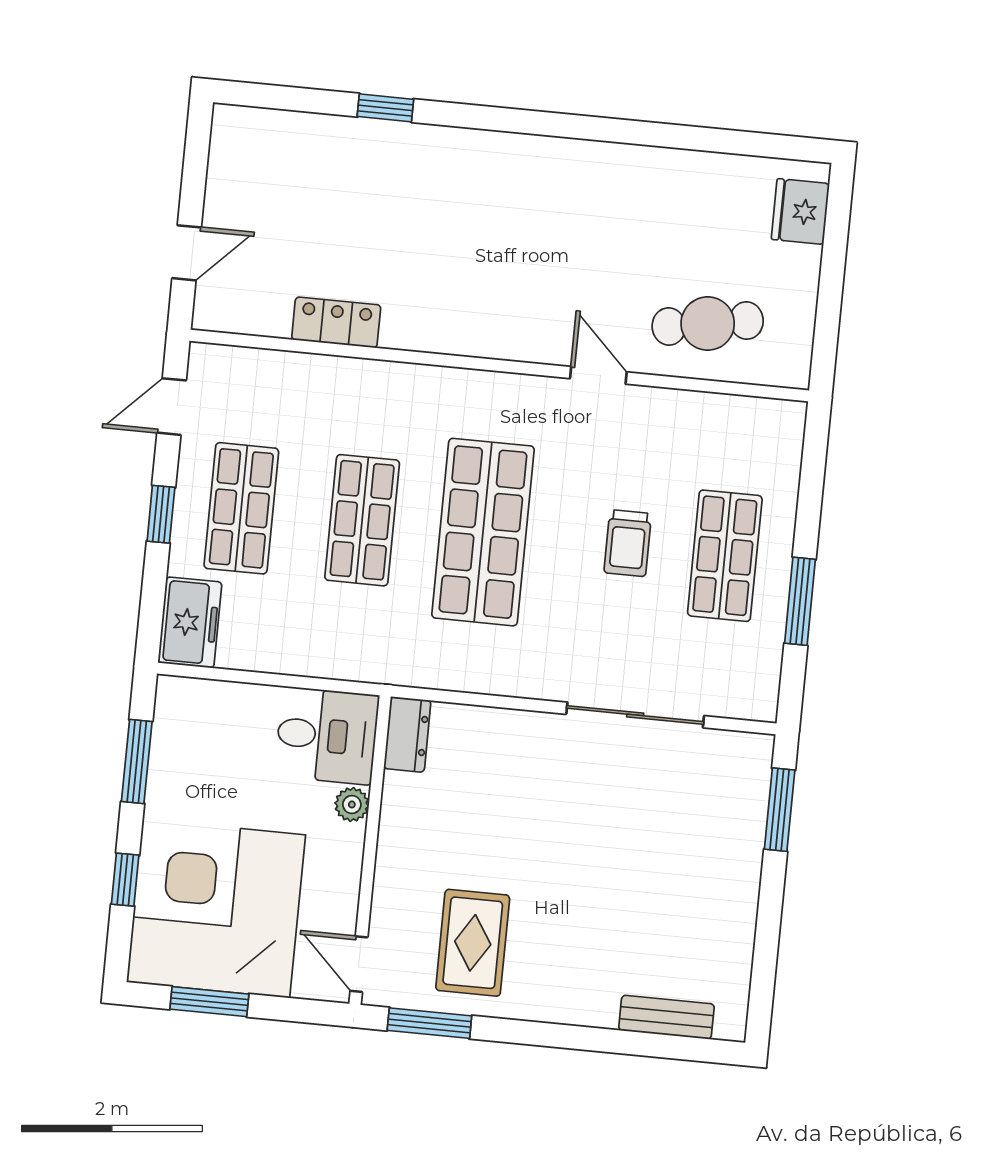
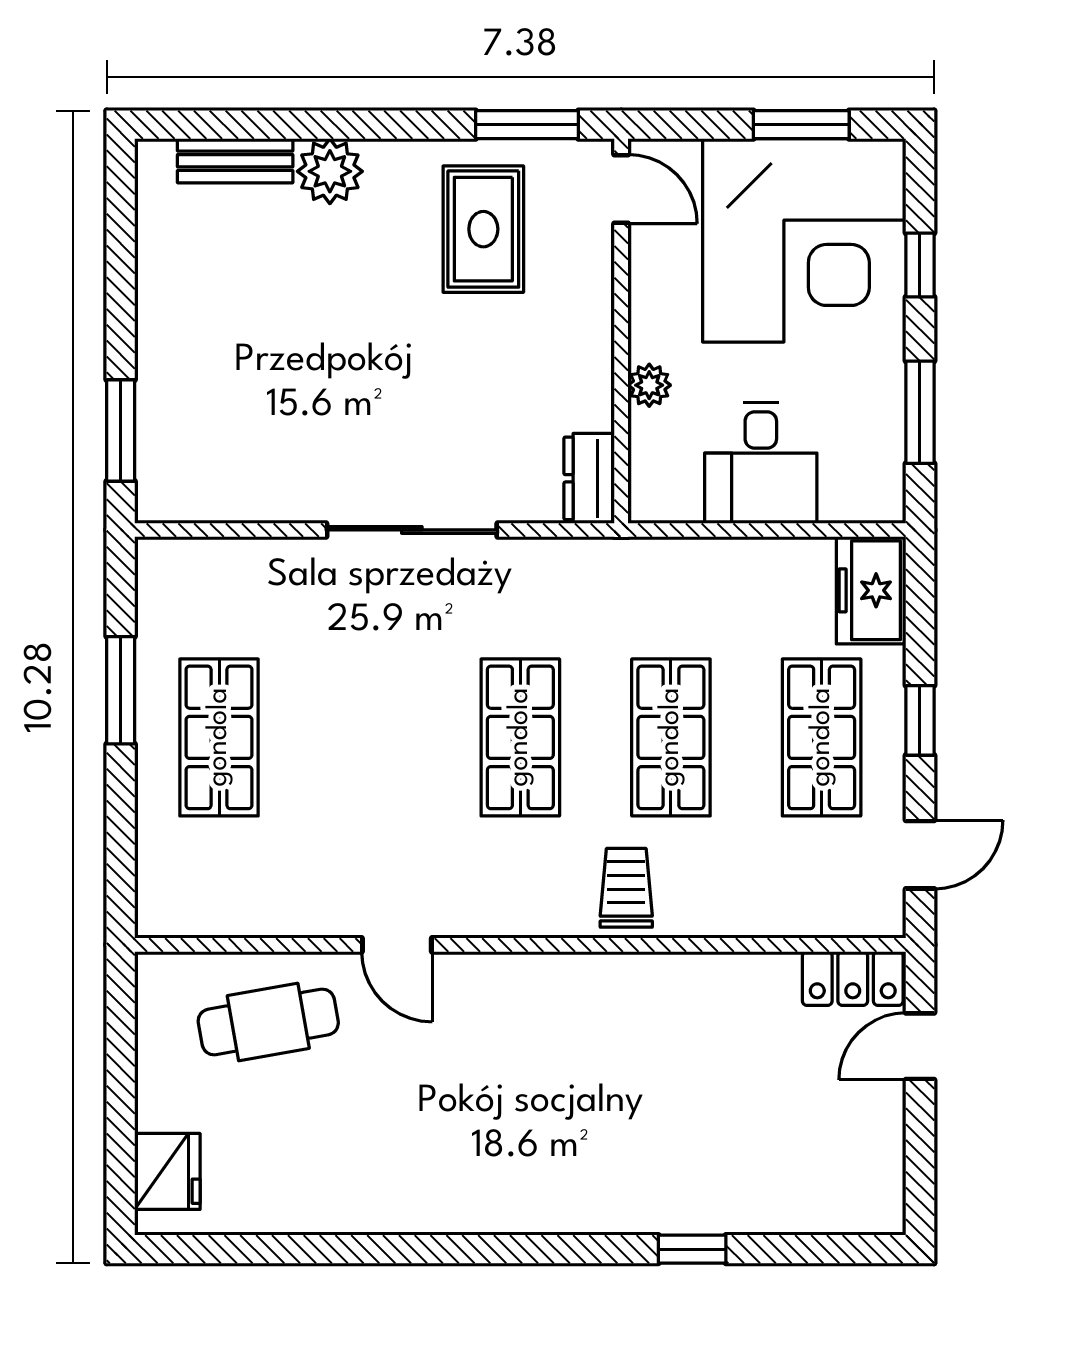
locker: (336, 322) -> (853, 978), moved
shop shelf: (483, 532) -> (520, 737), width x0.70, depth x0.74
trolley: (628, 543) -> (626, 888), moved
sliding door: (635, 715) -> (412, 530), moved
desk: (327, 736) -> (761, 463), moved, turned -90
plant: (591, 1001) -> (330, 171), added

